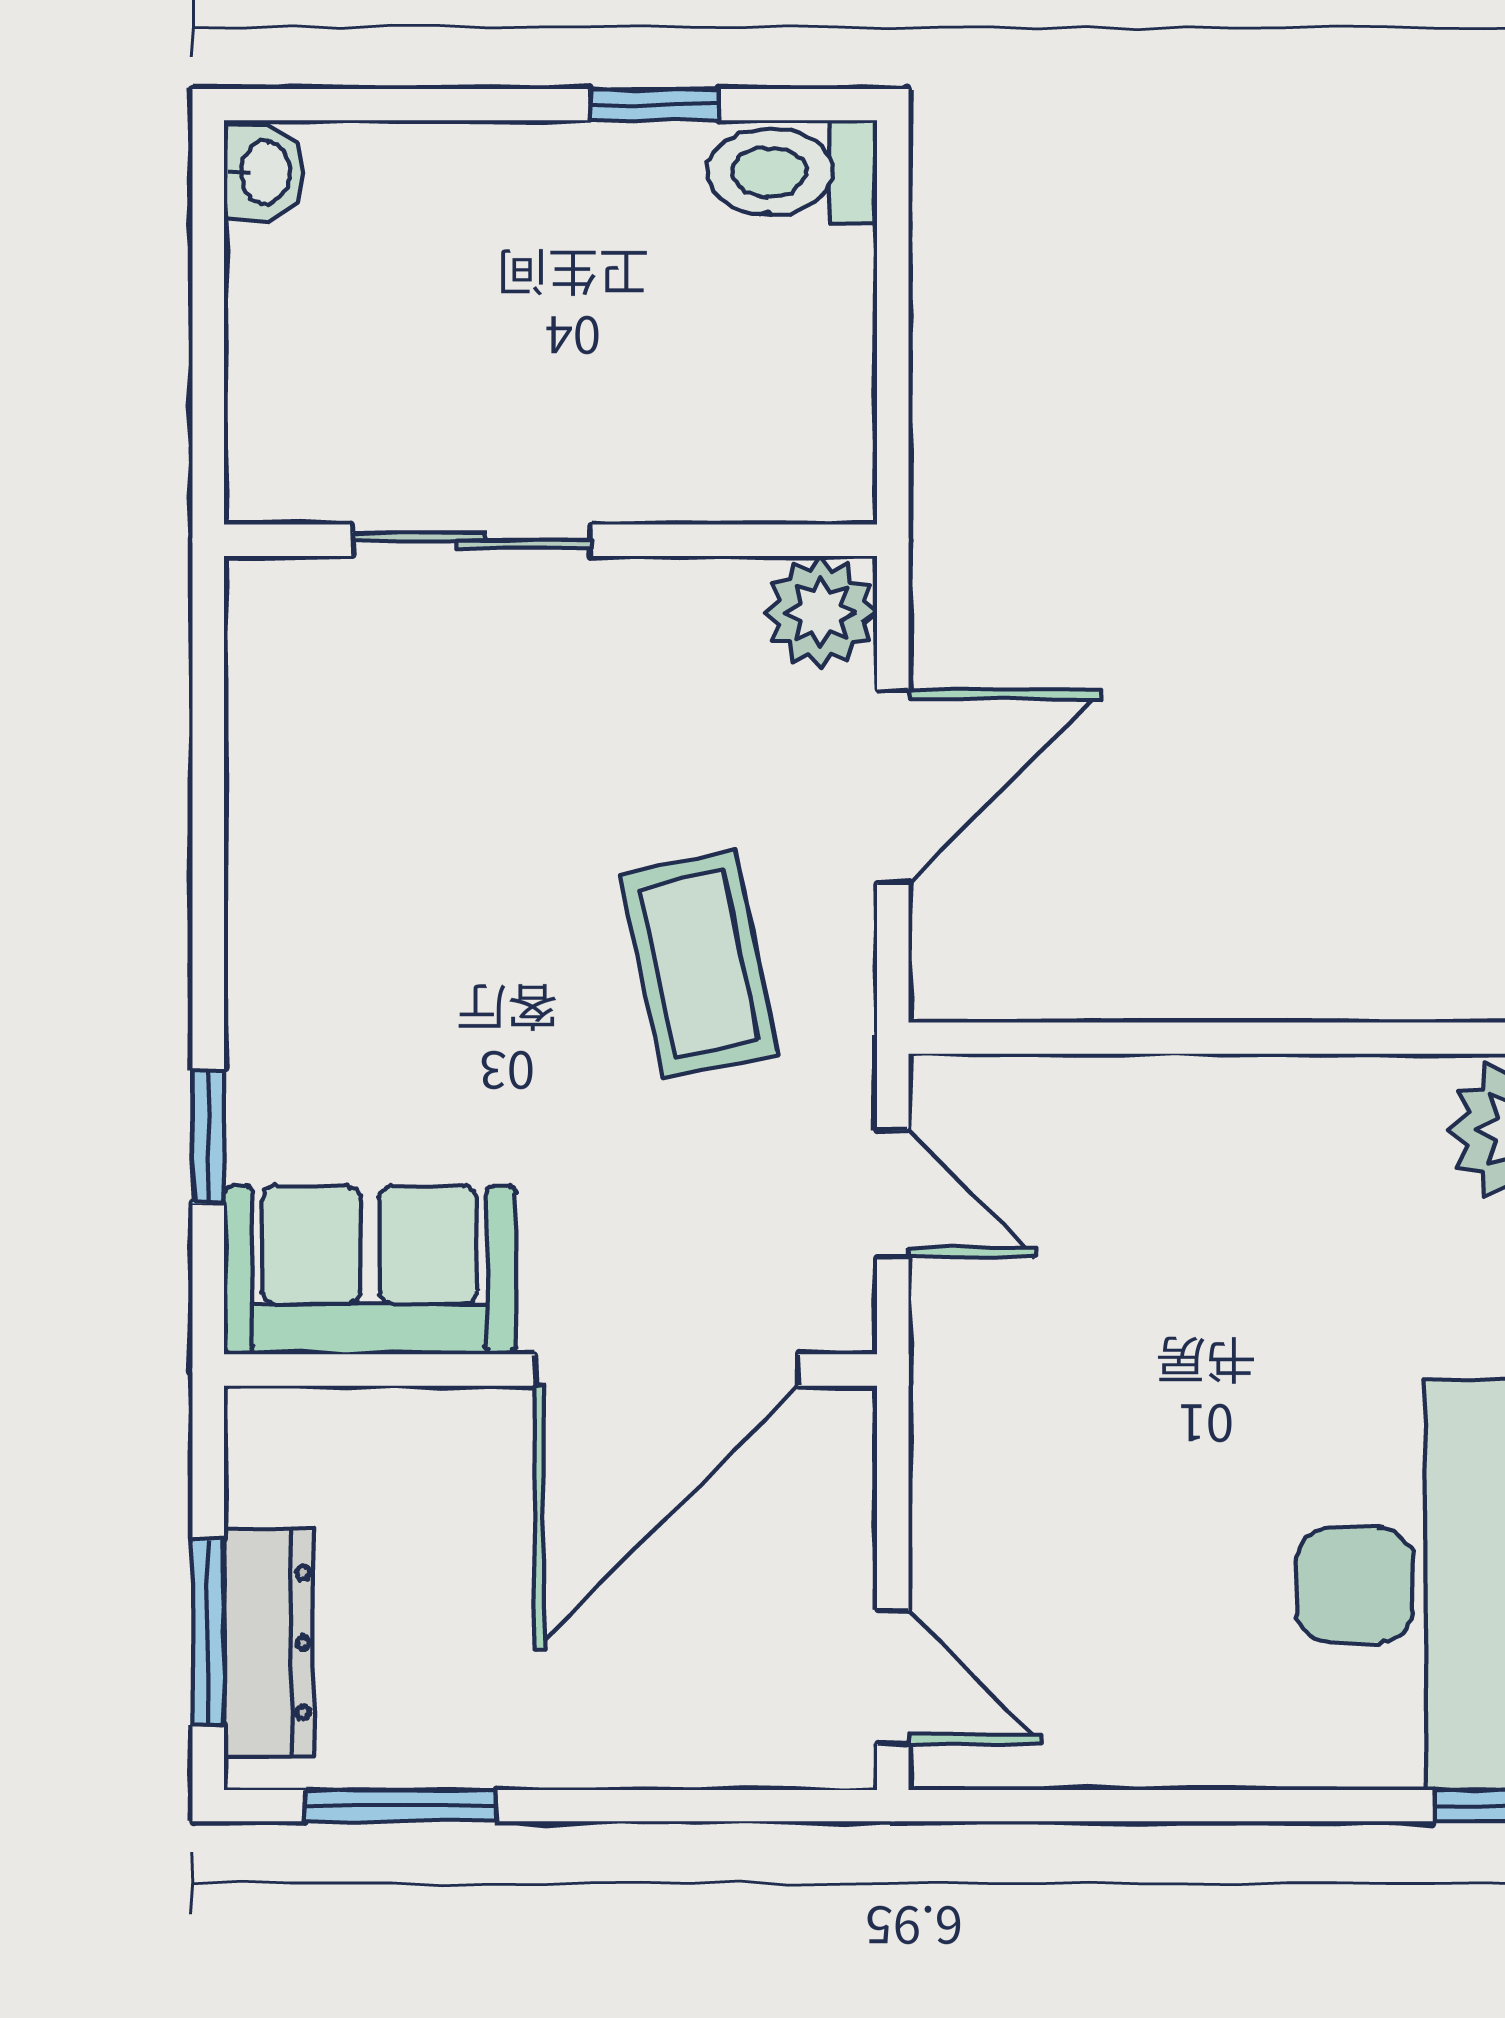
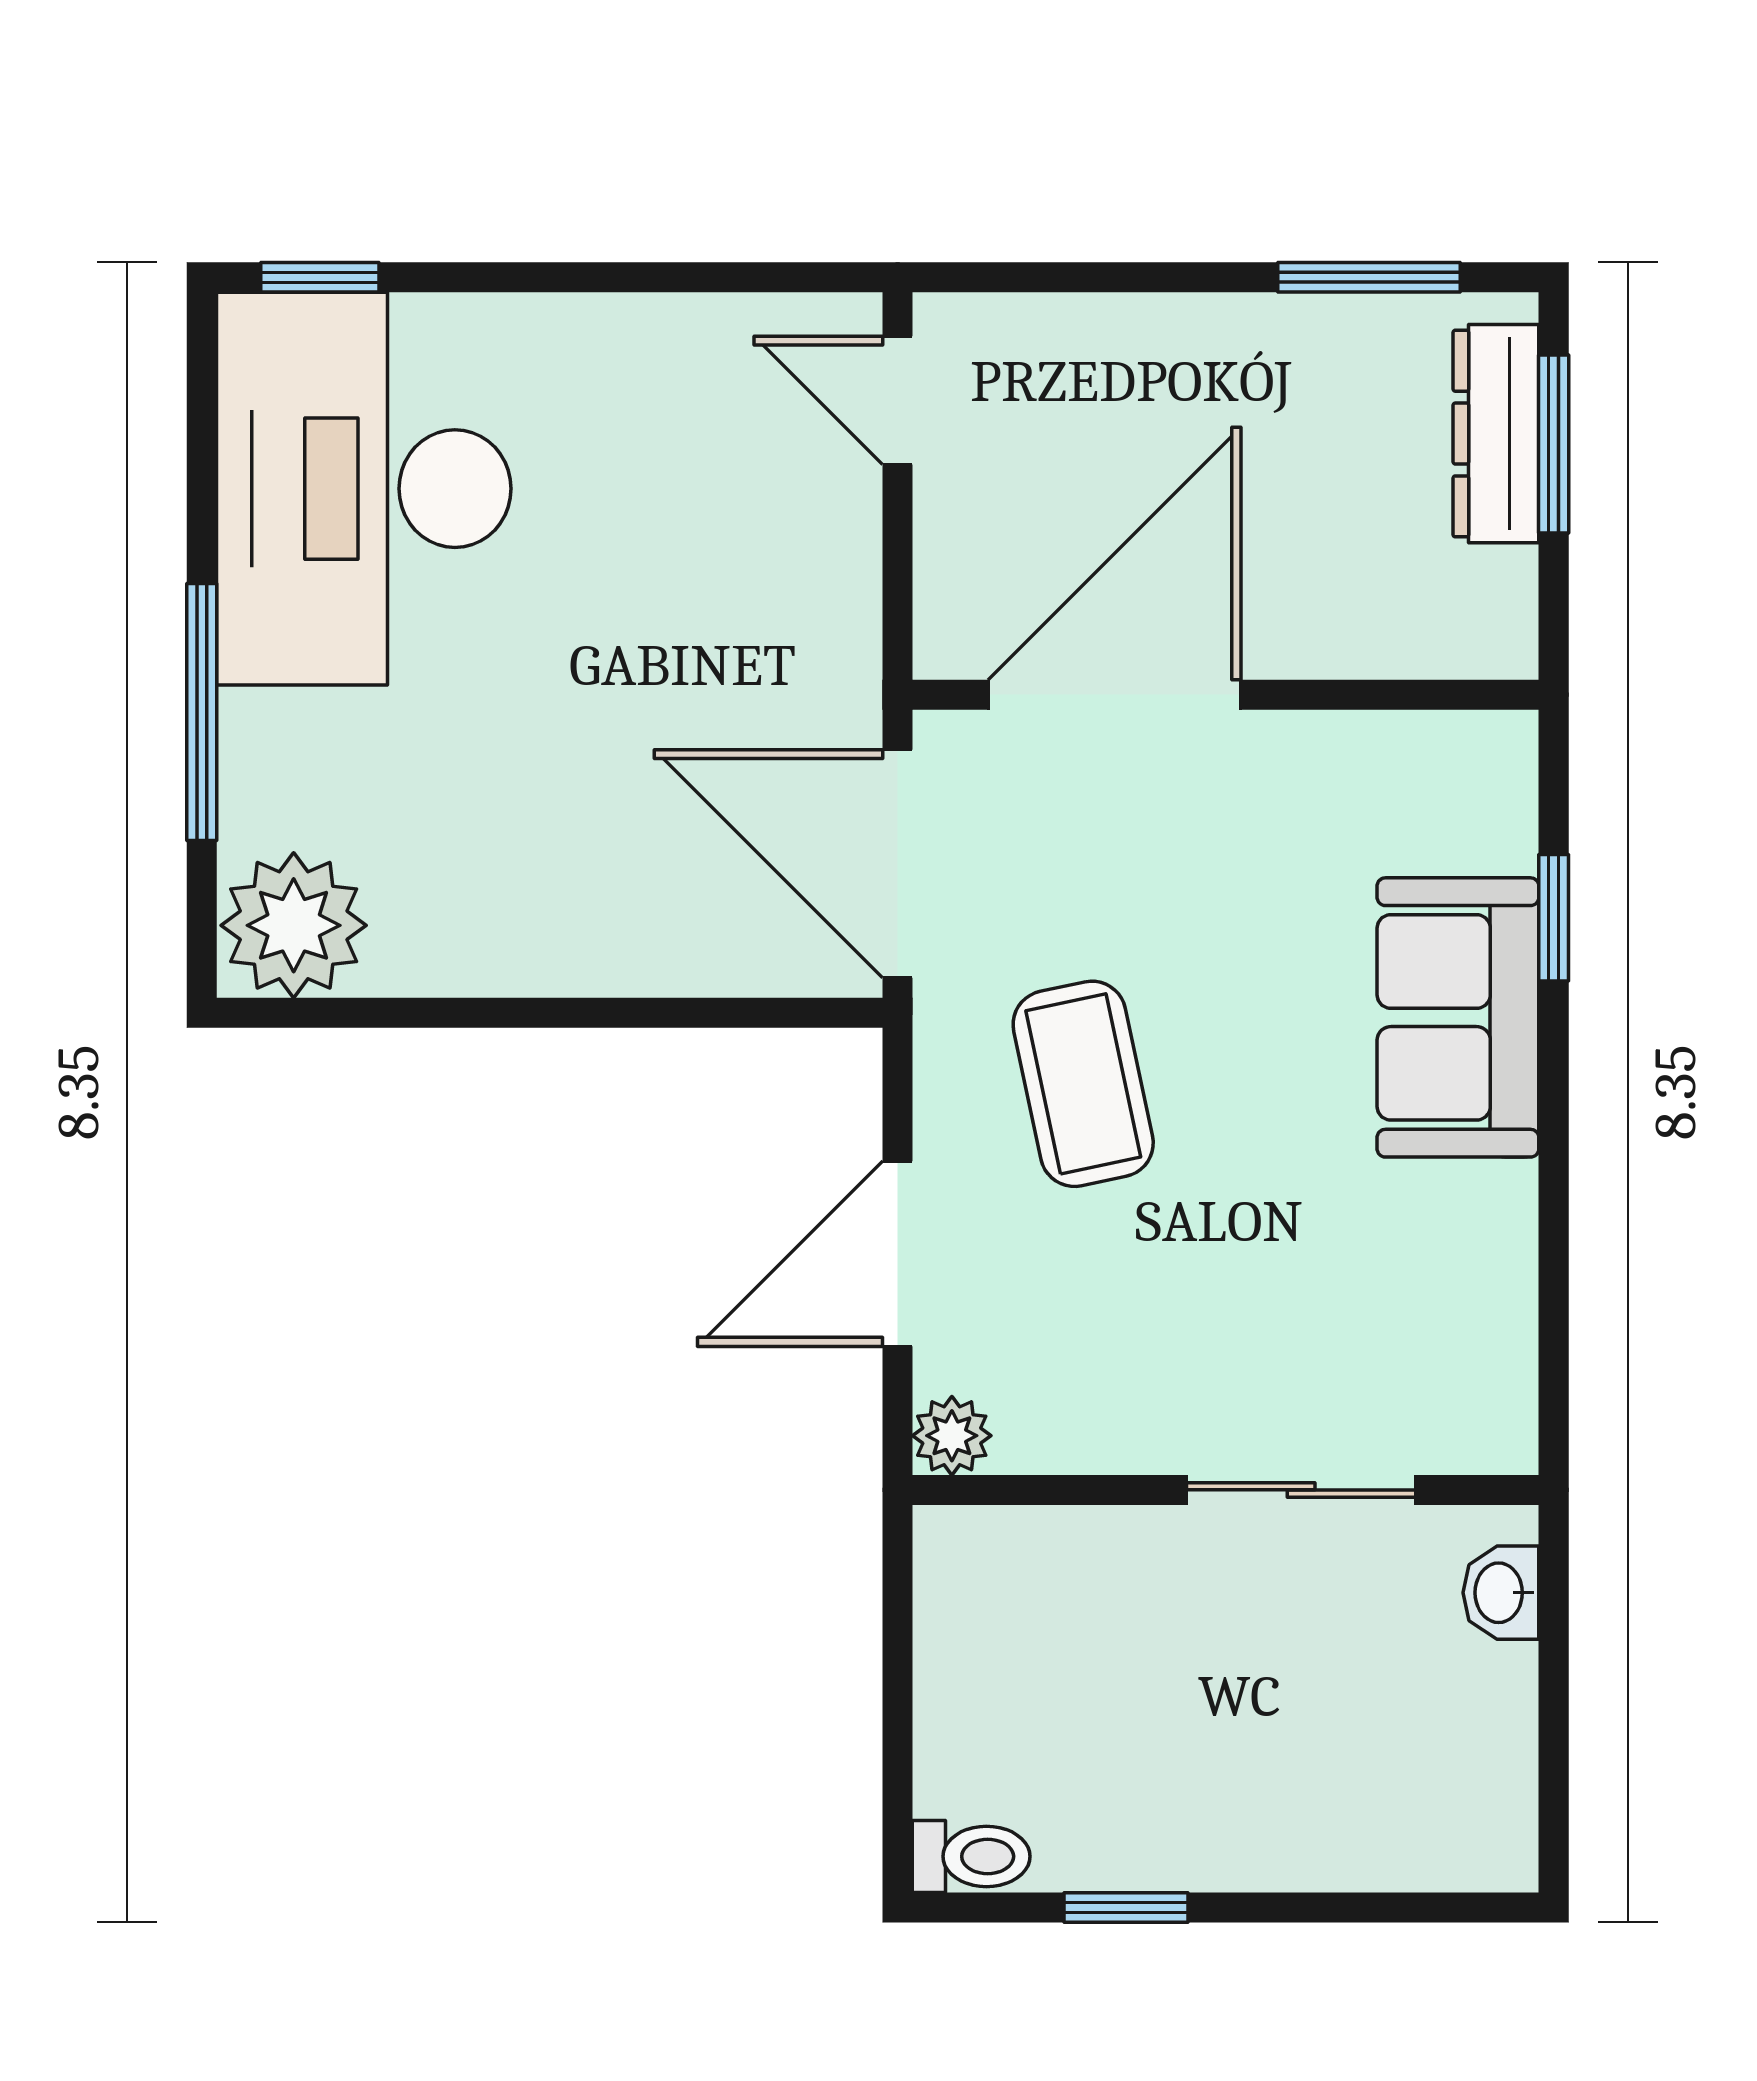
toilet: (792, 172) -> (971, 1856), width x0.73, depth x0.72
washbasin: (263, 173) -> (1501, 1593), moved
plant: (821, 612) -> (952, 1436), width x0.73, depth x0.73
door: (893, 1194) -> (898, 864), width x1.87
sofa: (370, 1270) -> (1458, 1017), moved, turned 90

